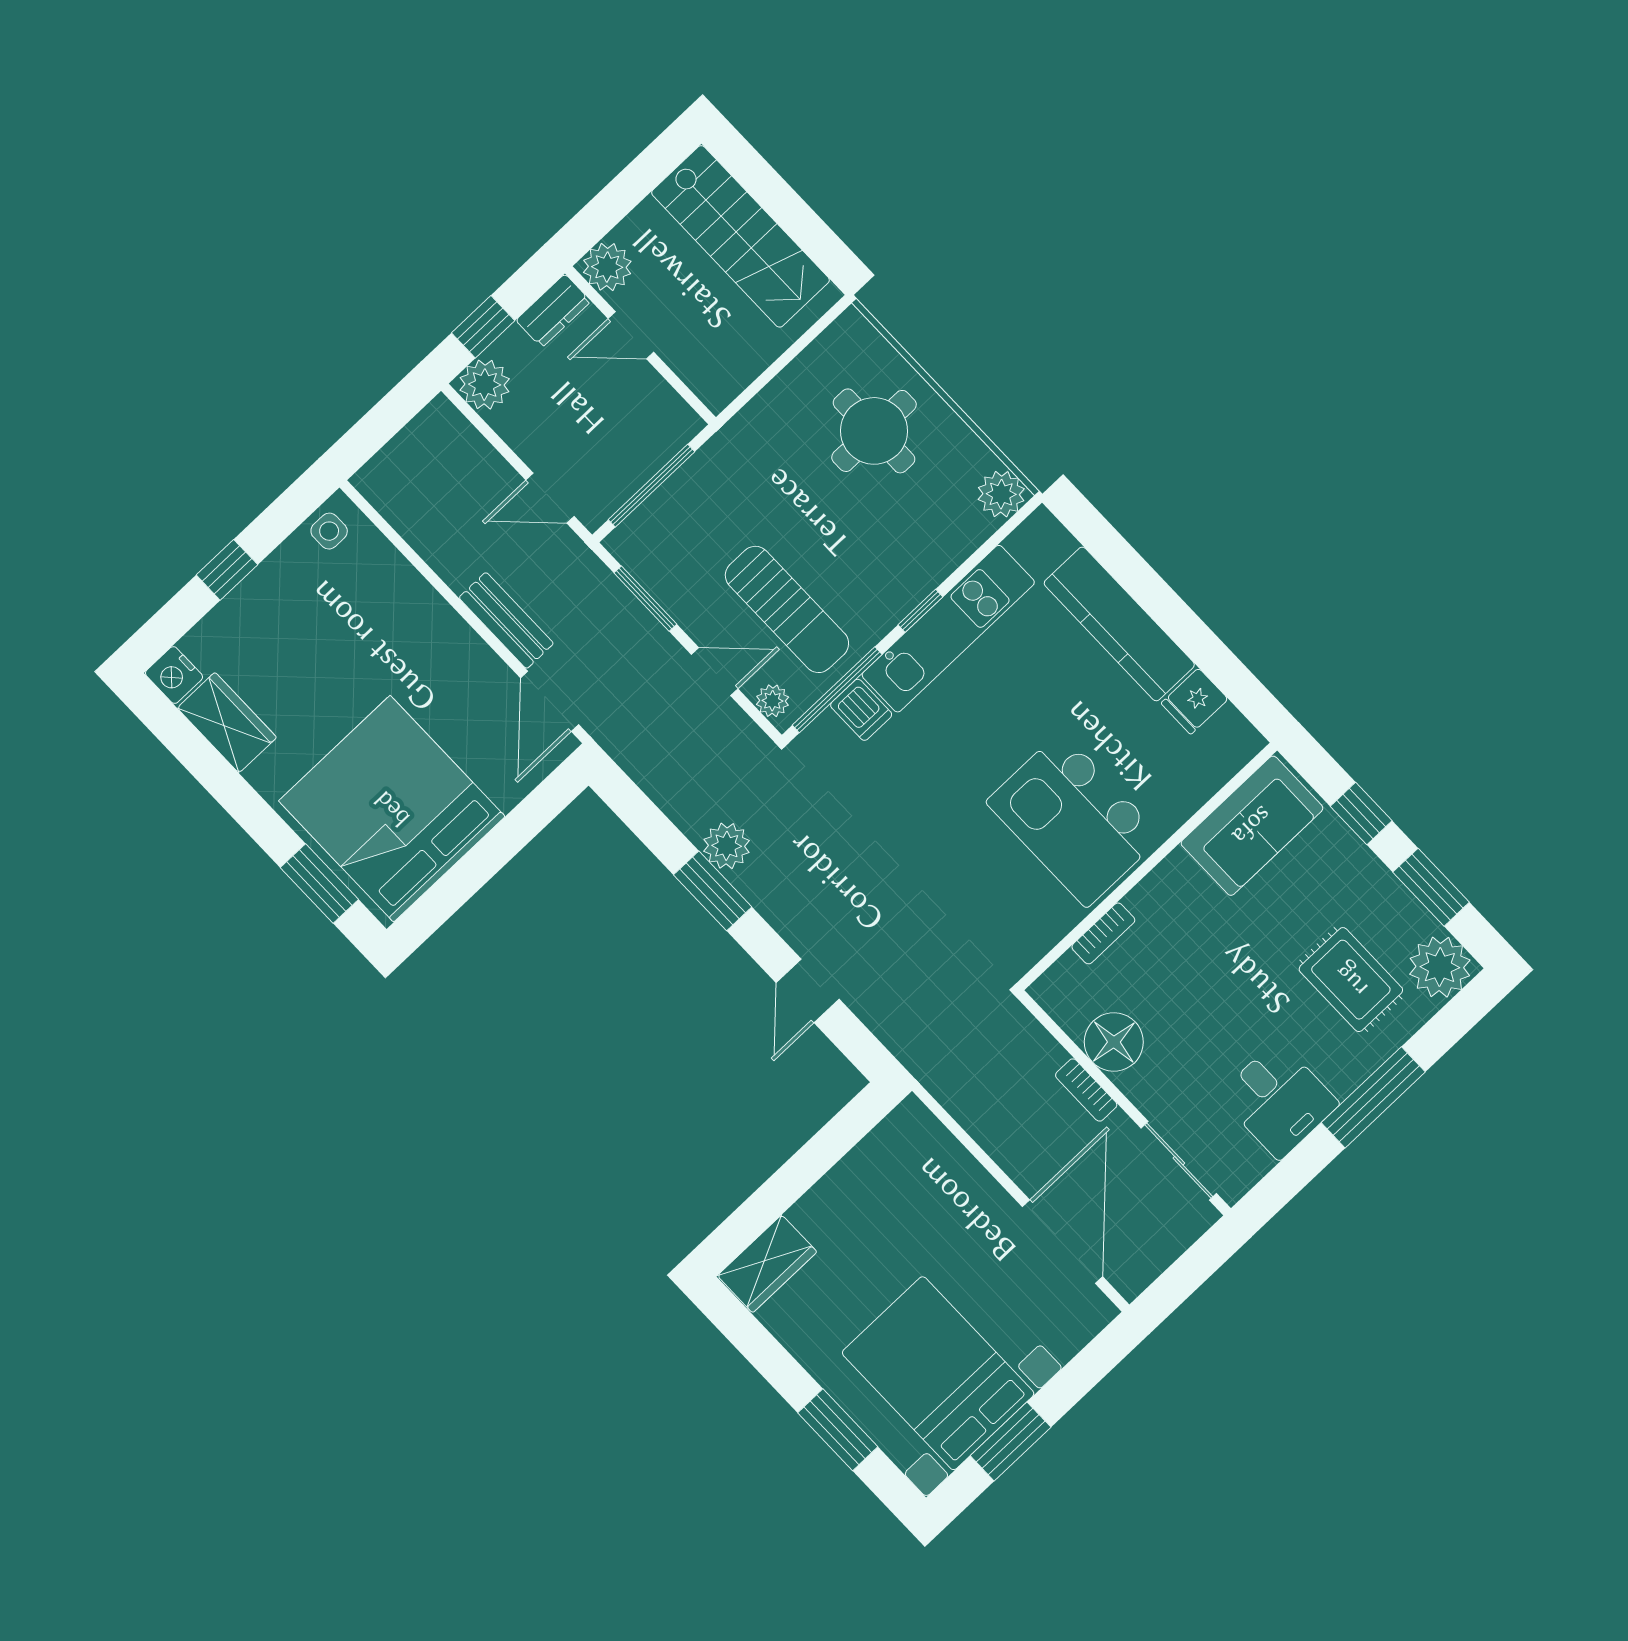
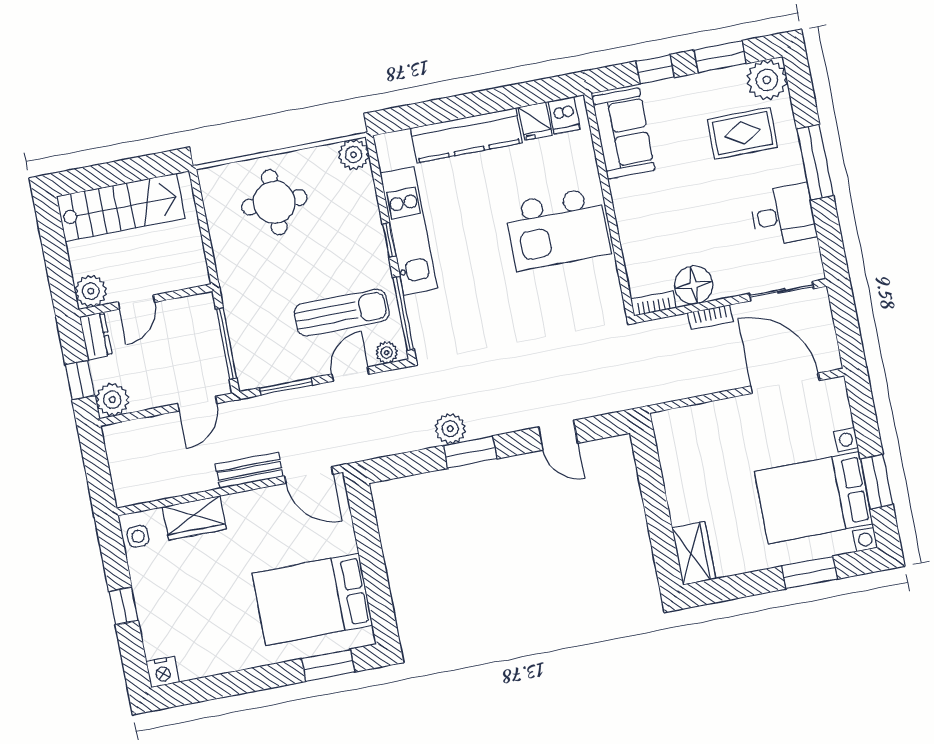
dishwasher: (861, 710) -> (564, 116), moved, turned 90
wardrobe: (227, 723) -> (194, 518), moved, turned 180
bed: (392, 809) -> (312, 599), width x0.73
bookcase: (1103, 933) -> (653, 303), moved, turned -90

